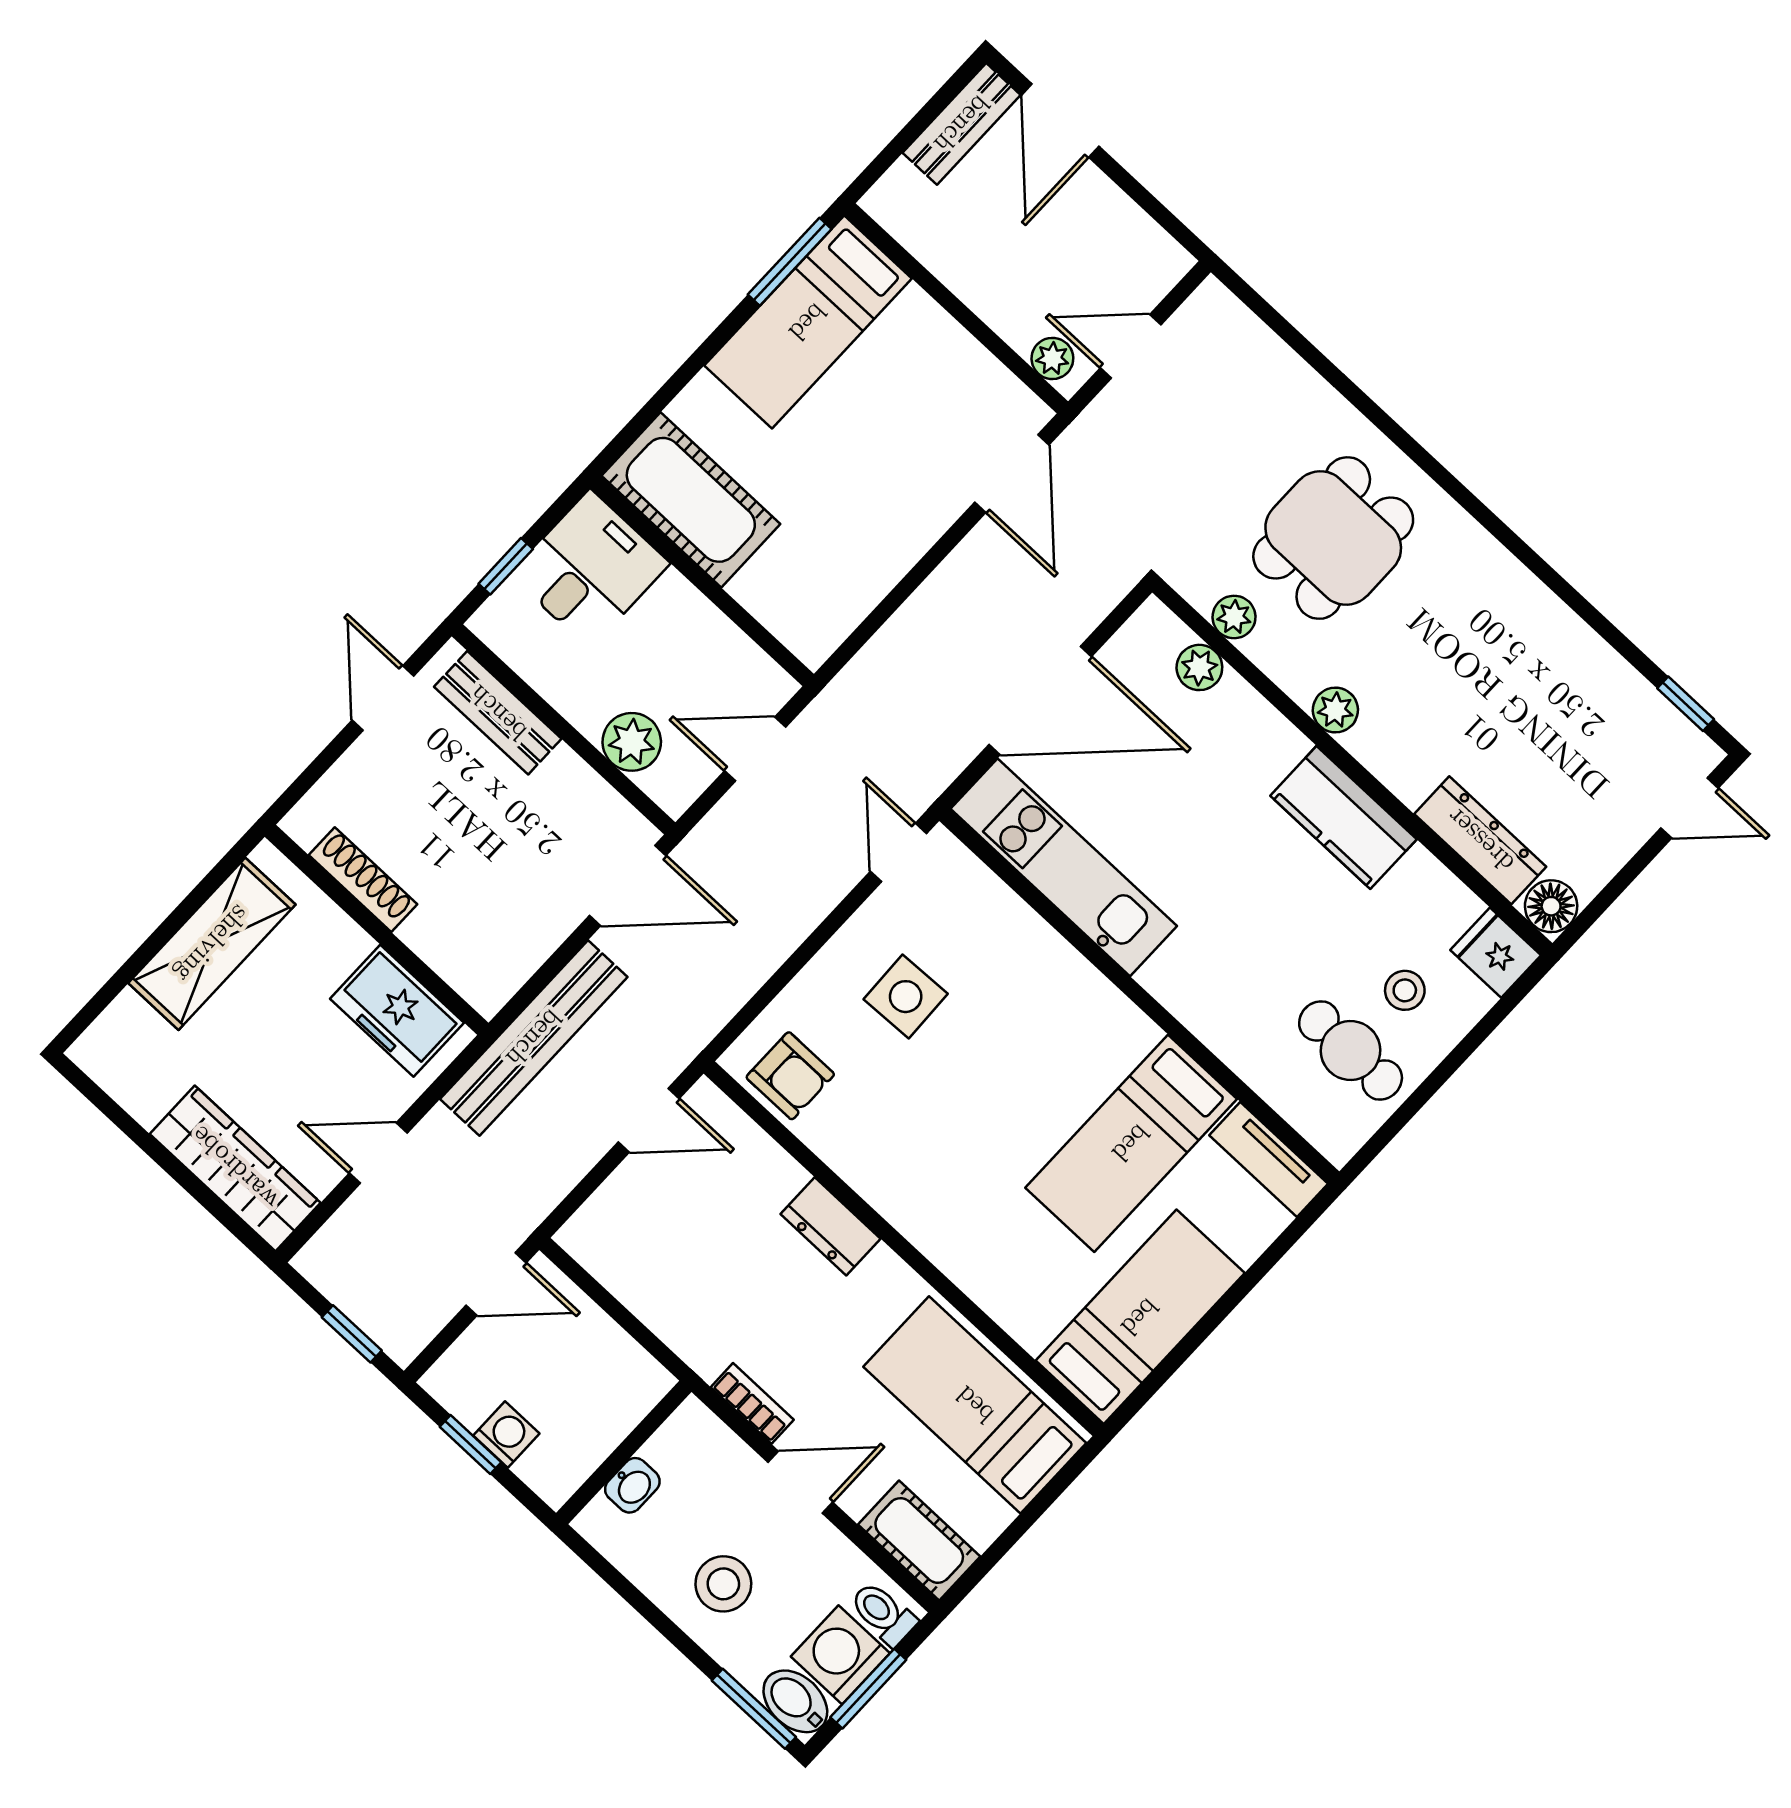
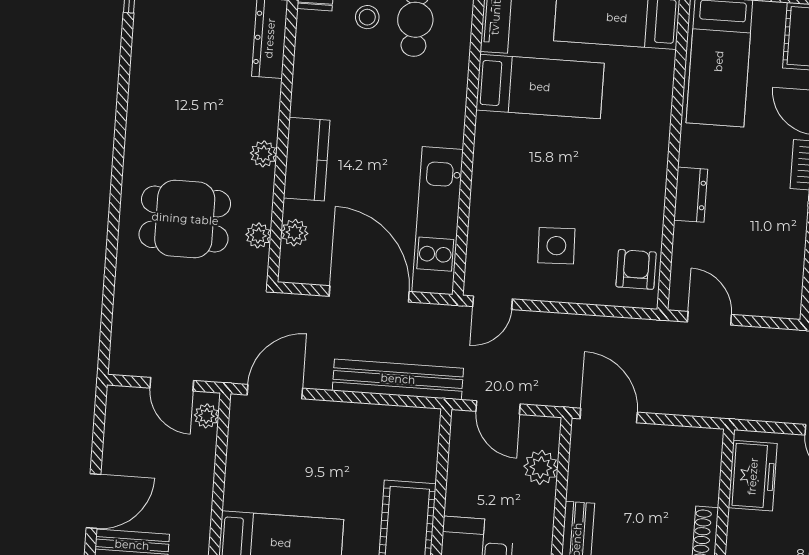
kitchen counter: (1343, 817) -> (307, 159), moved
bench: (534, 1038) -> (398, 379), moved

